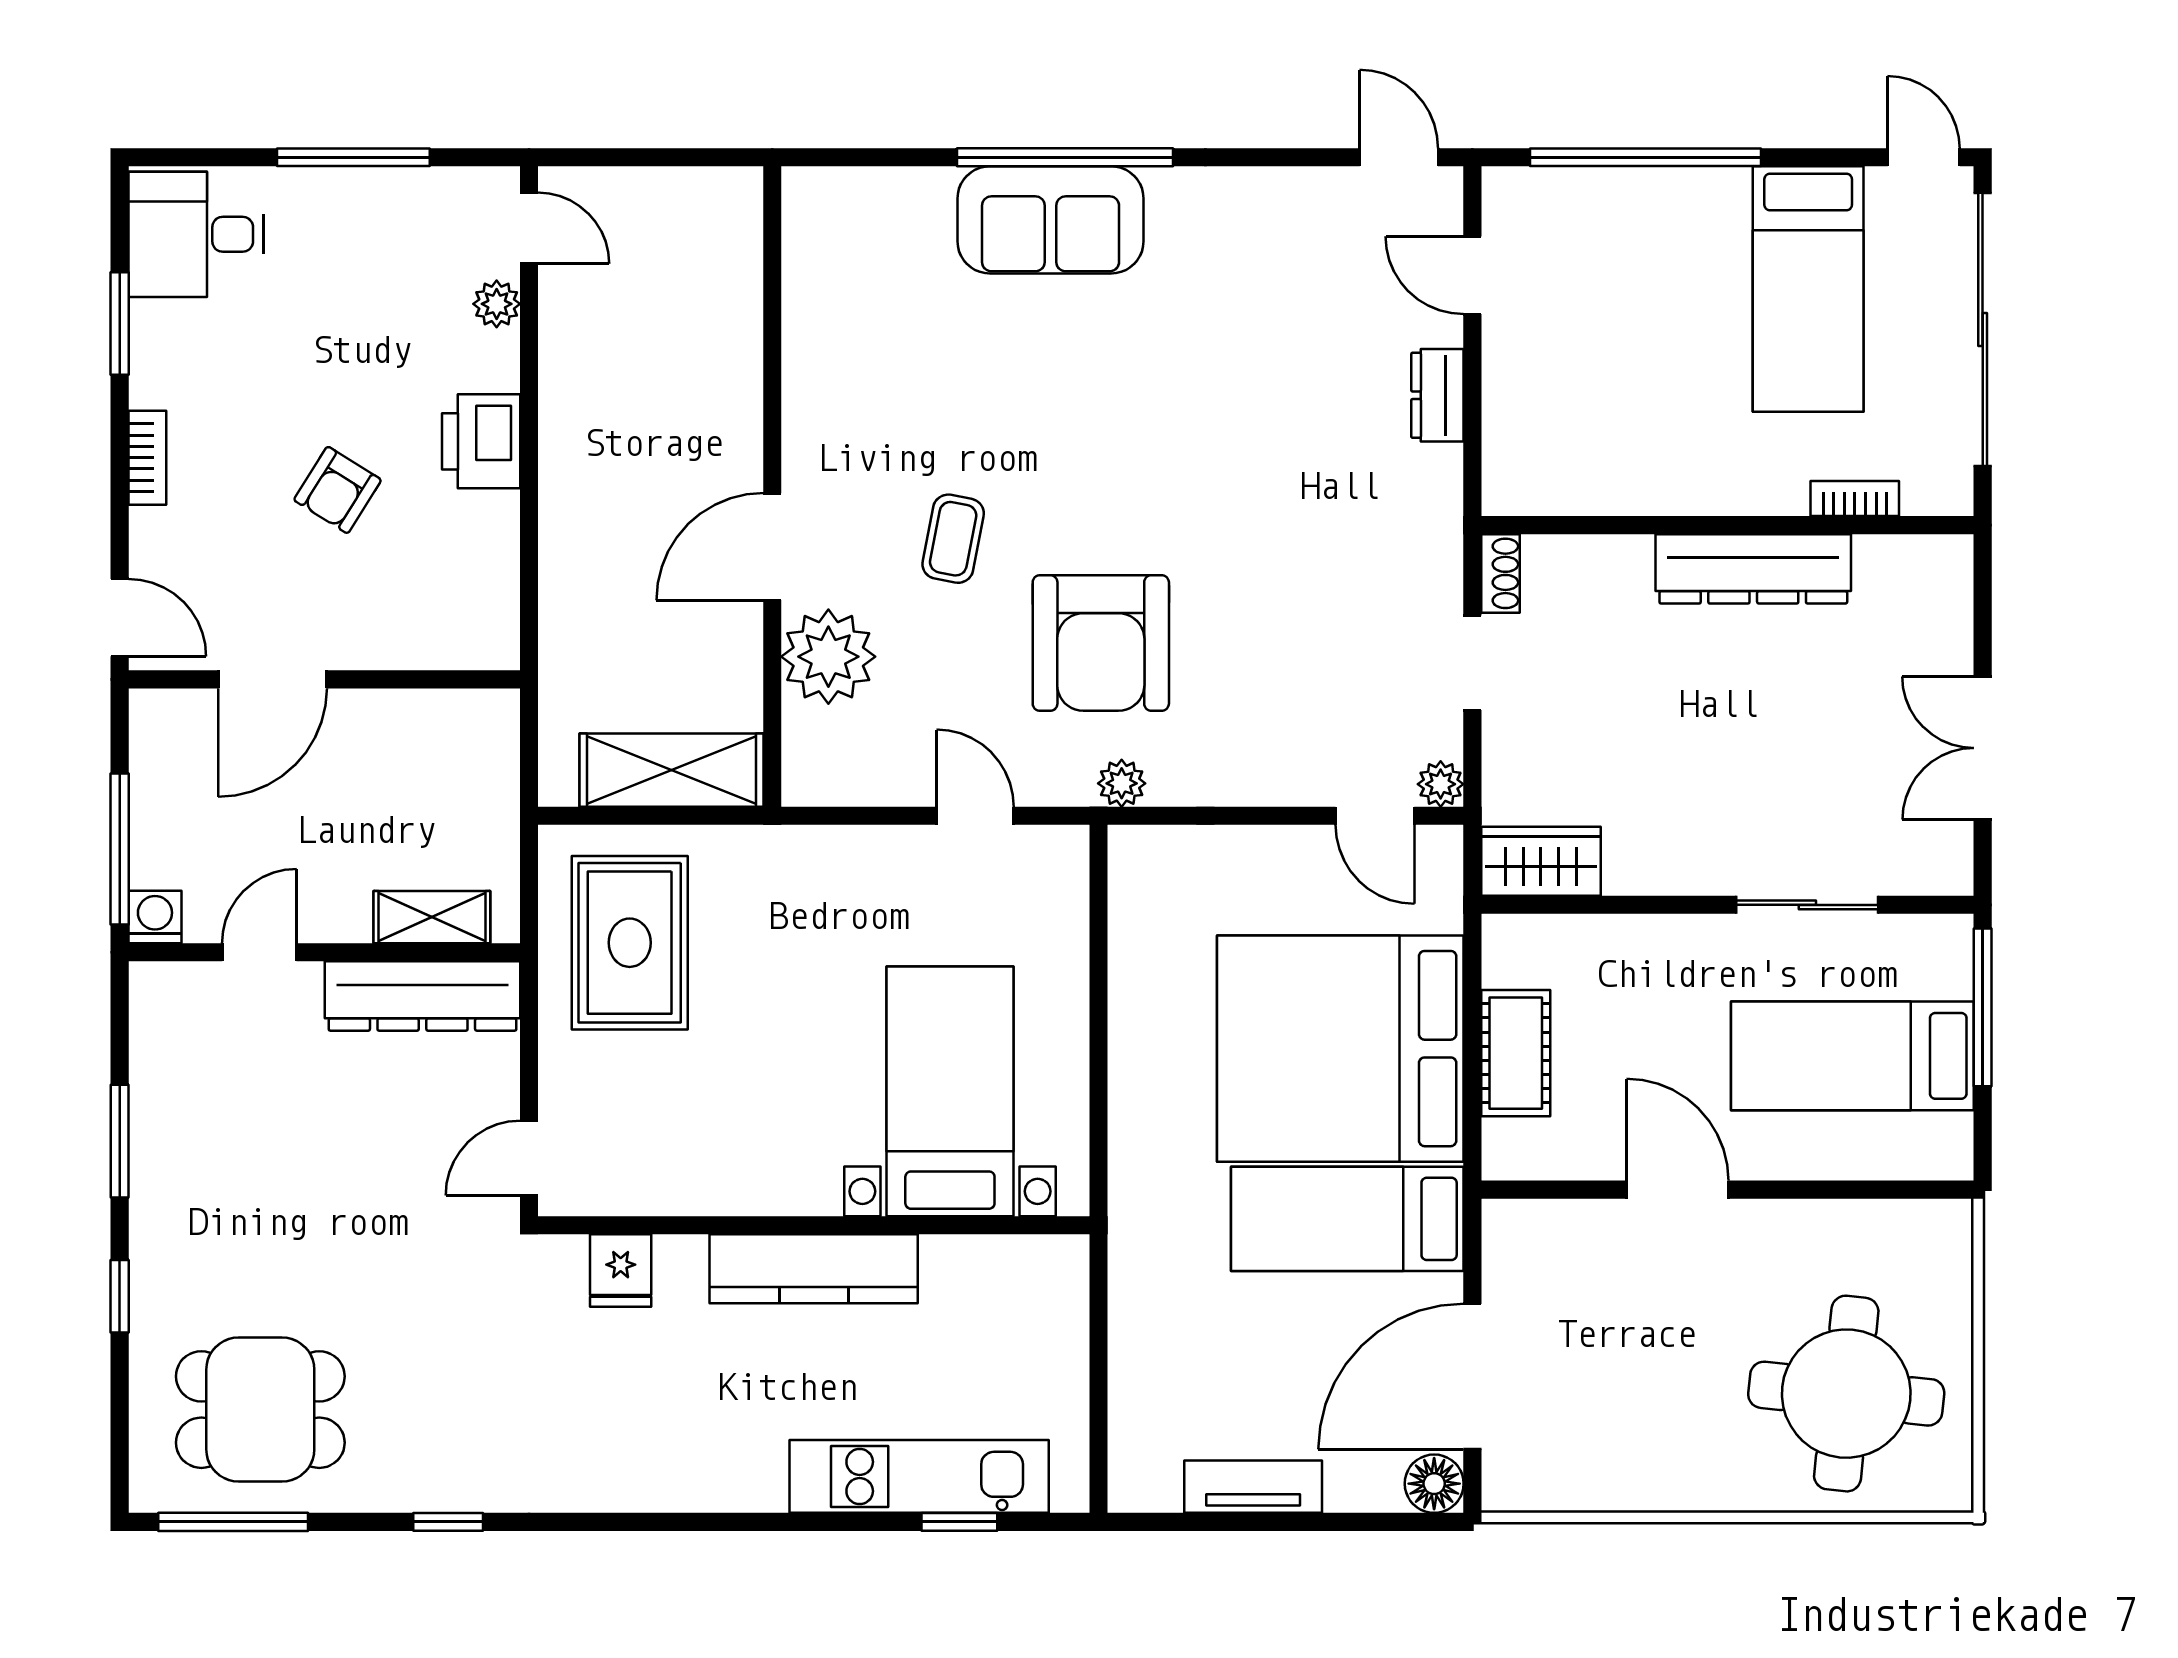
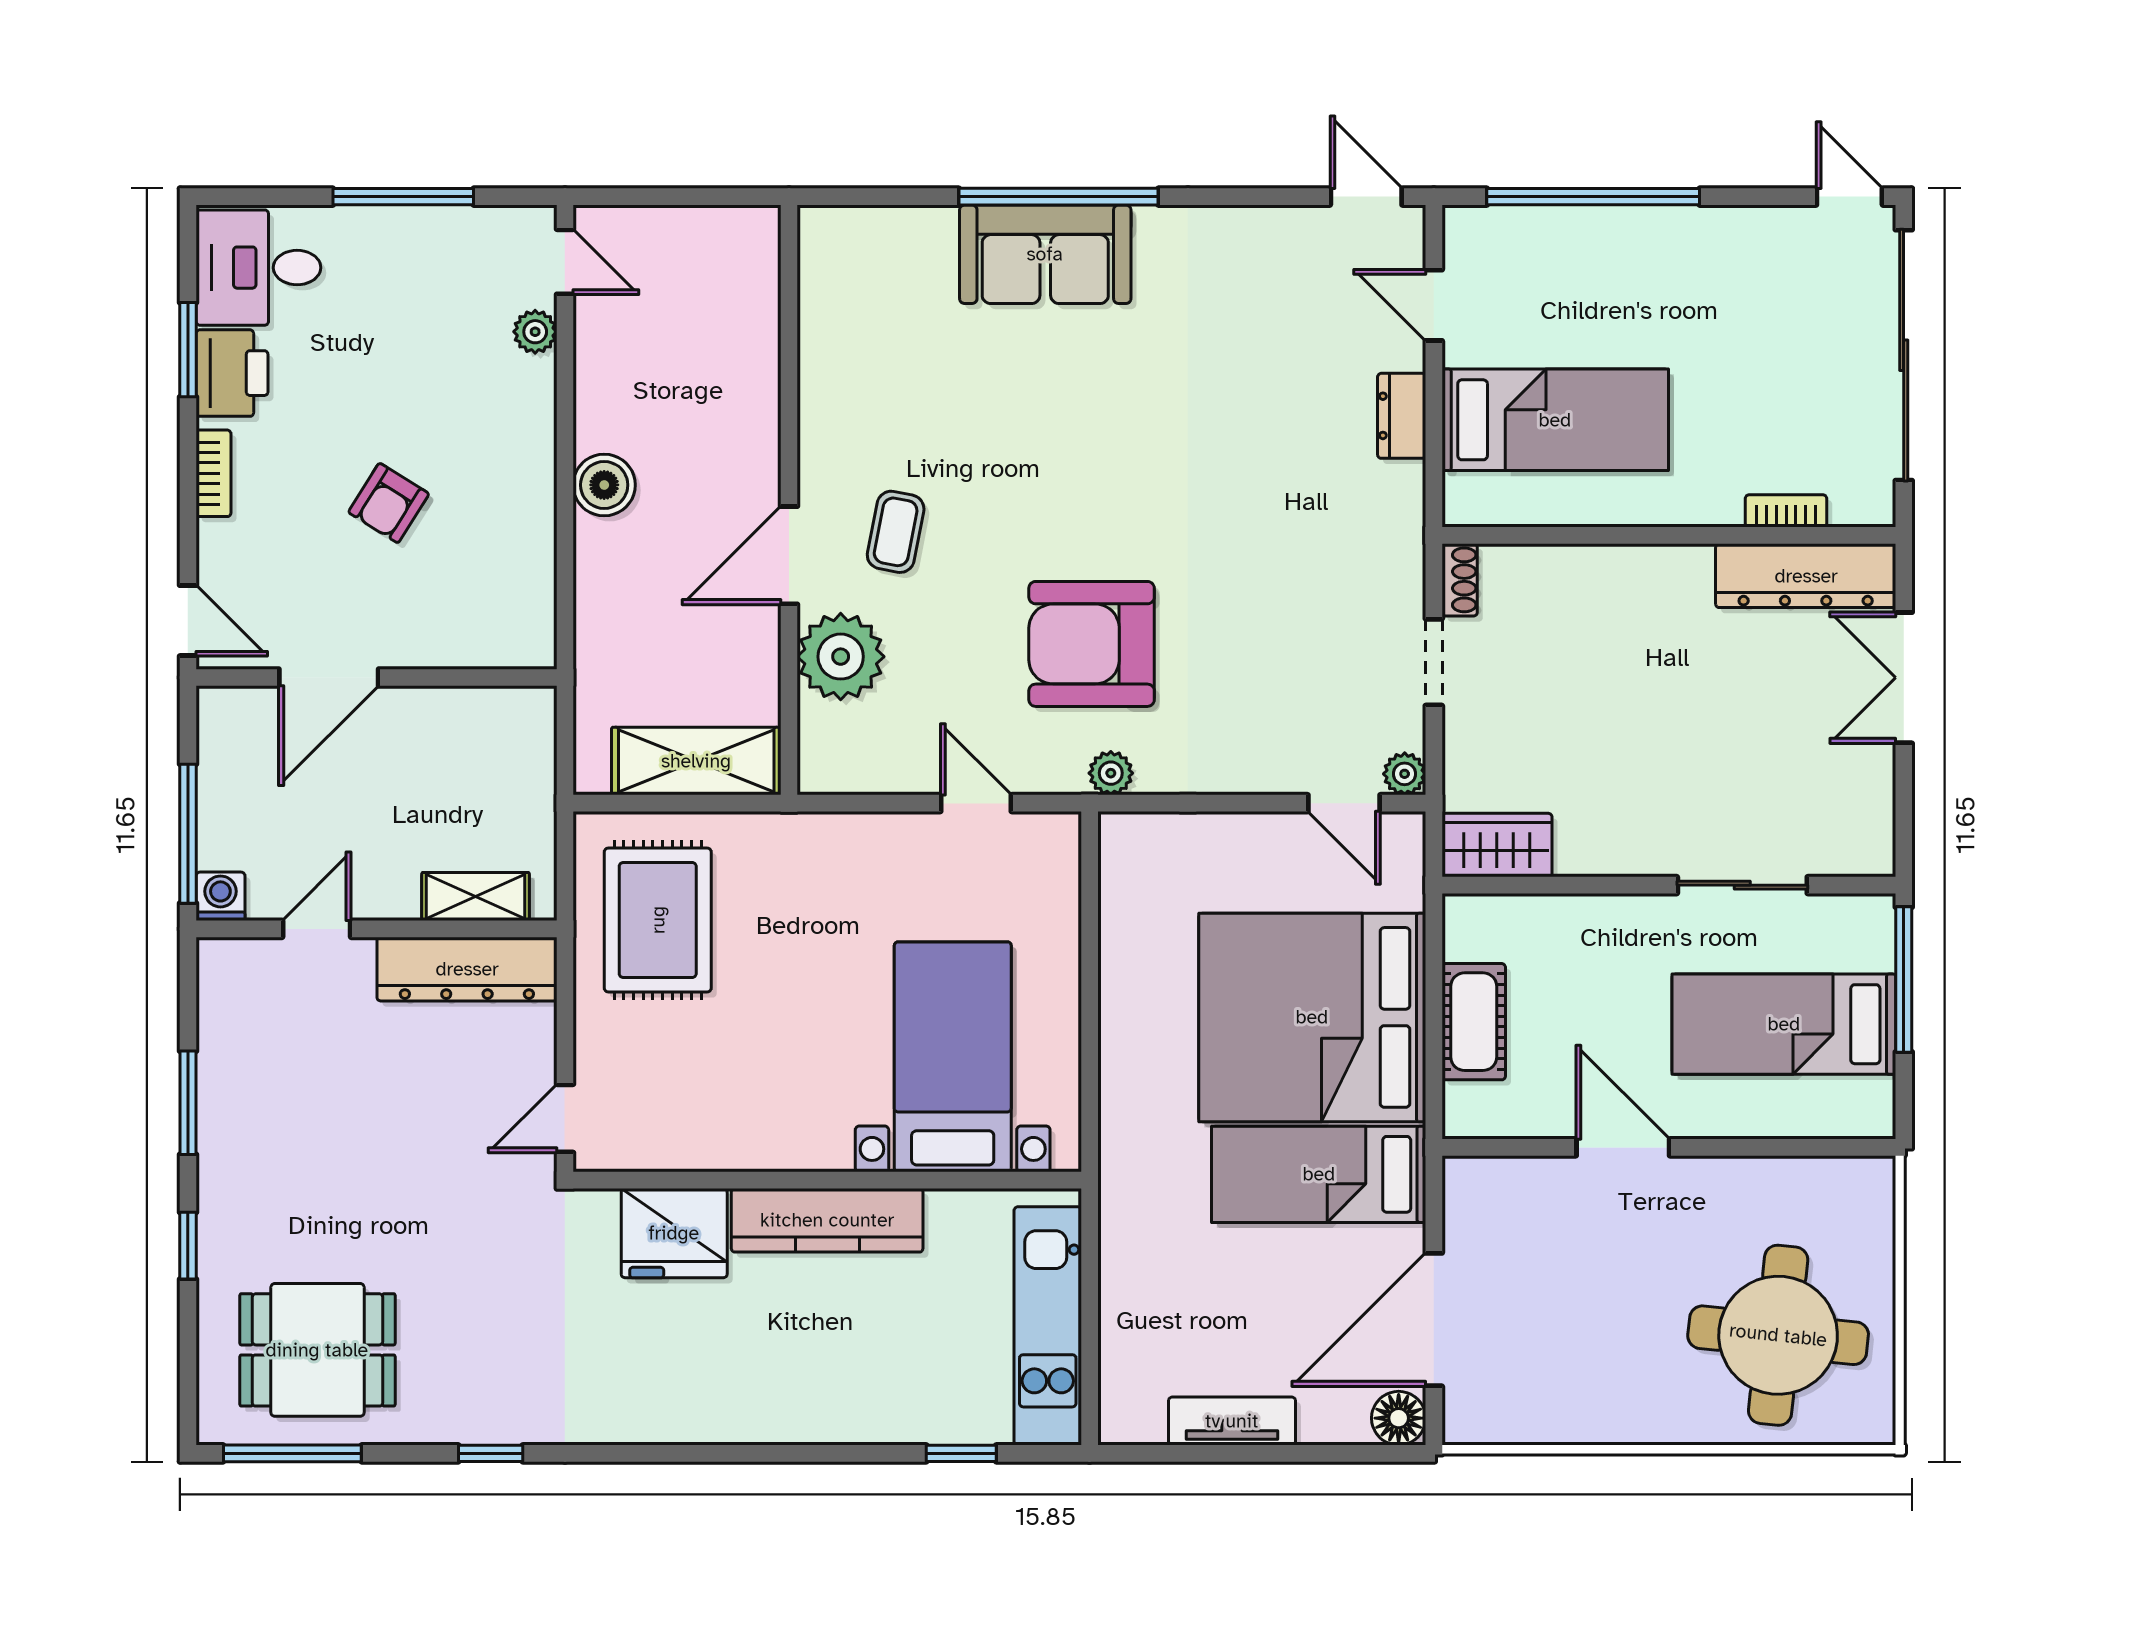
bed: (1808, 289) -> (1555, 420), moved, turned -90
printer: (481, 441) -> (232, 373), moved, turned 180
boiler: (572, 470) -> (604, 485), added
coffee table: (953, 539) -> (896, 532), moved
dresser: (1753, 569) -> (1806, 576), moved
armchair: (1101, 643) -> (1092, 644), turned 90
double door: (1983, 748) -> (1904, 678), moved
fridge: (621, 1270) -> (674, 1233), width x1.88, depth x1.34
kitchen unit: (919, 1476) -> (1048, 1326), moved, turned -90

